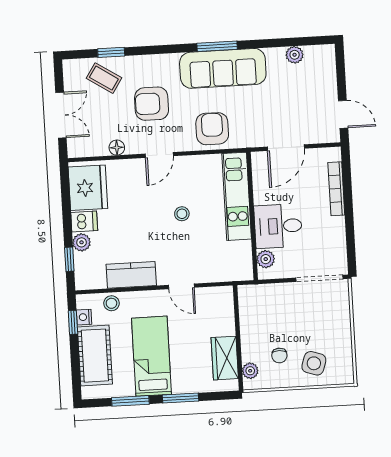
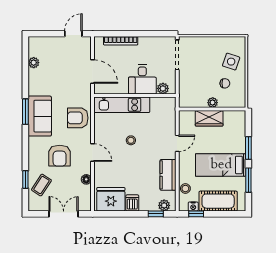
sofa: (223, 68) -> (40, 116), width x0.73
plant: (82, 242) -> (164, 205), moved
wardrobe: (225, 358) -> (209, 118), moved
plant: (250, 371) -> (213, 103), moved

